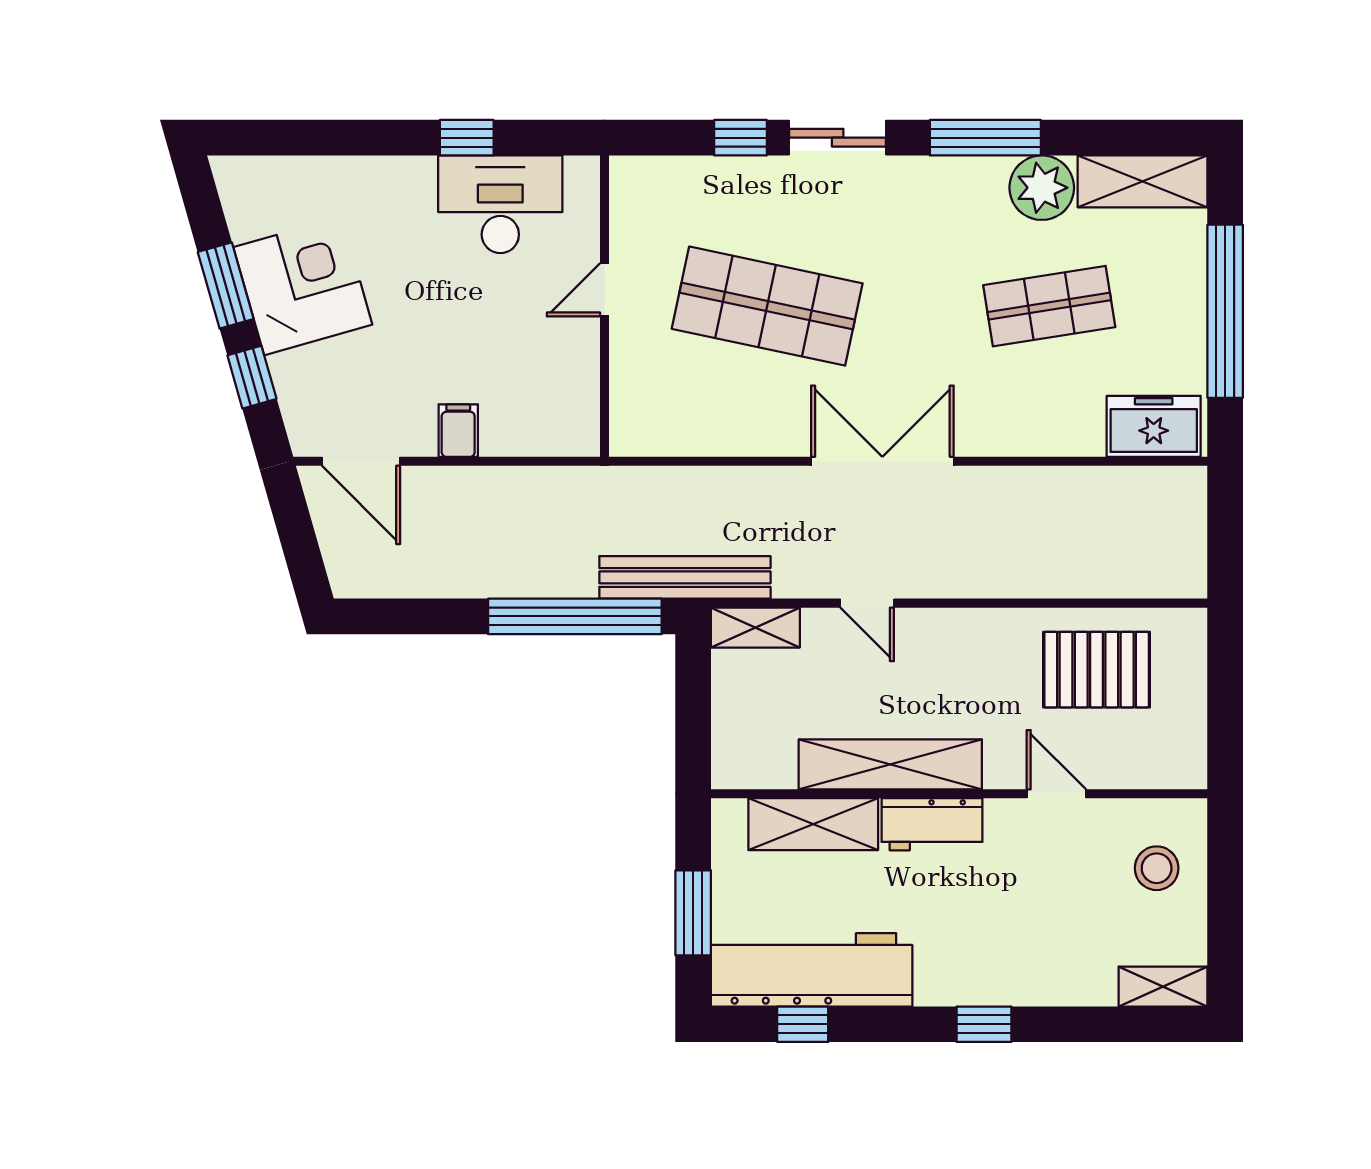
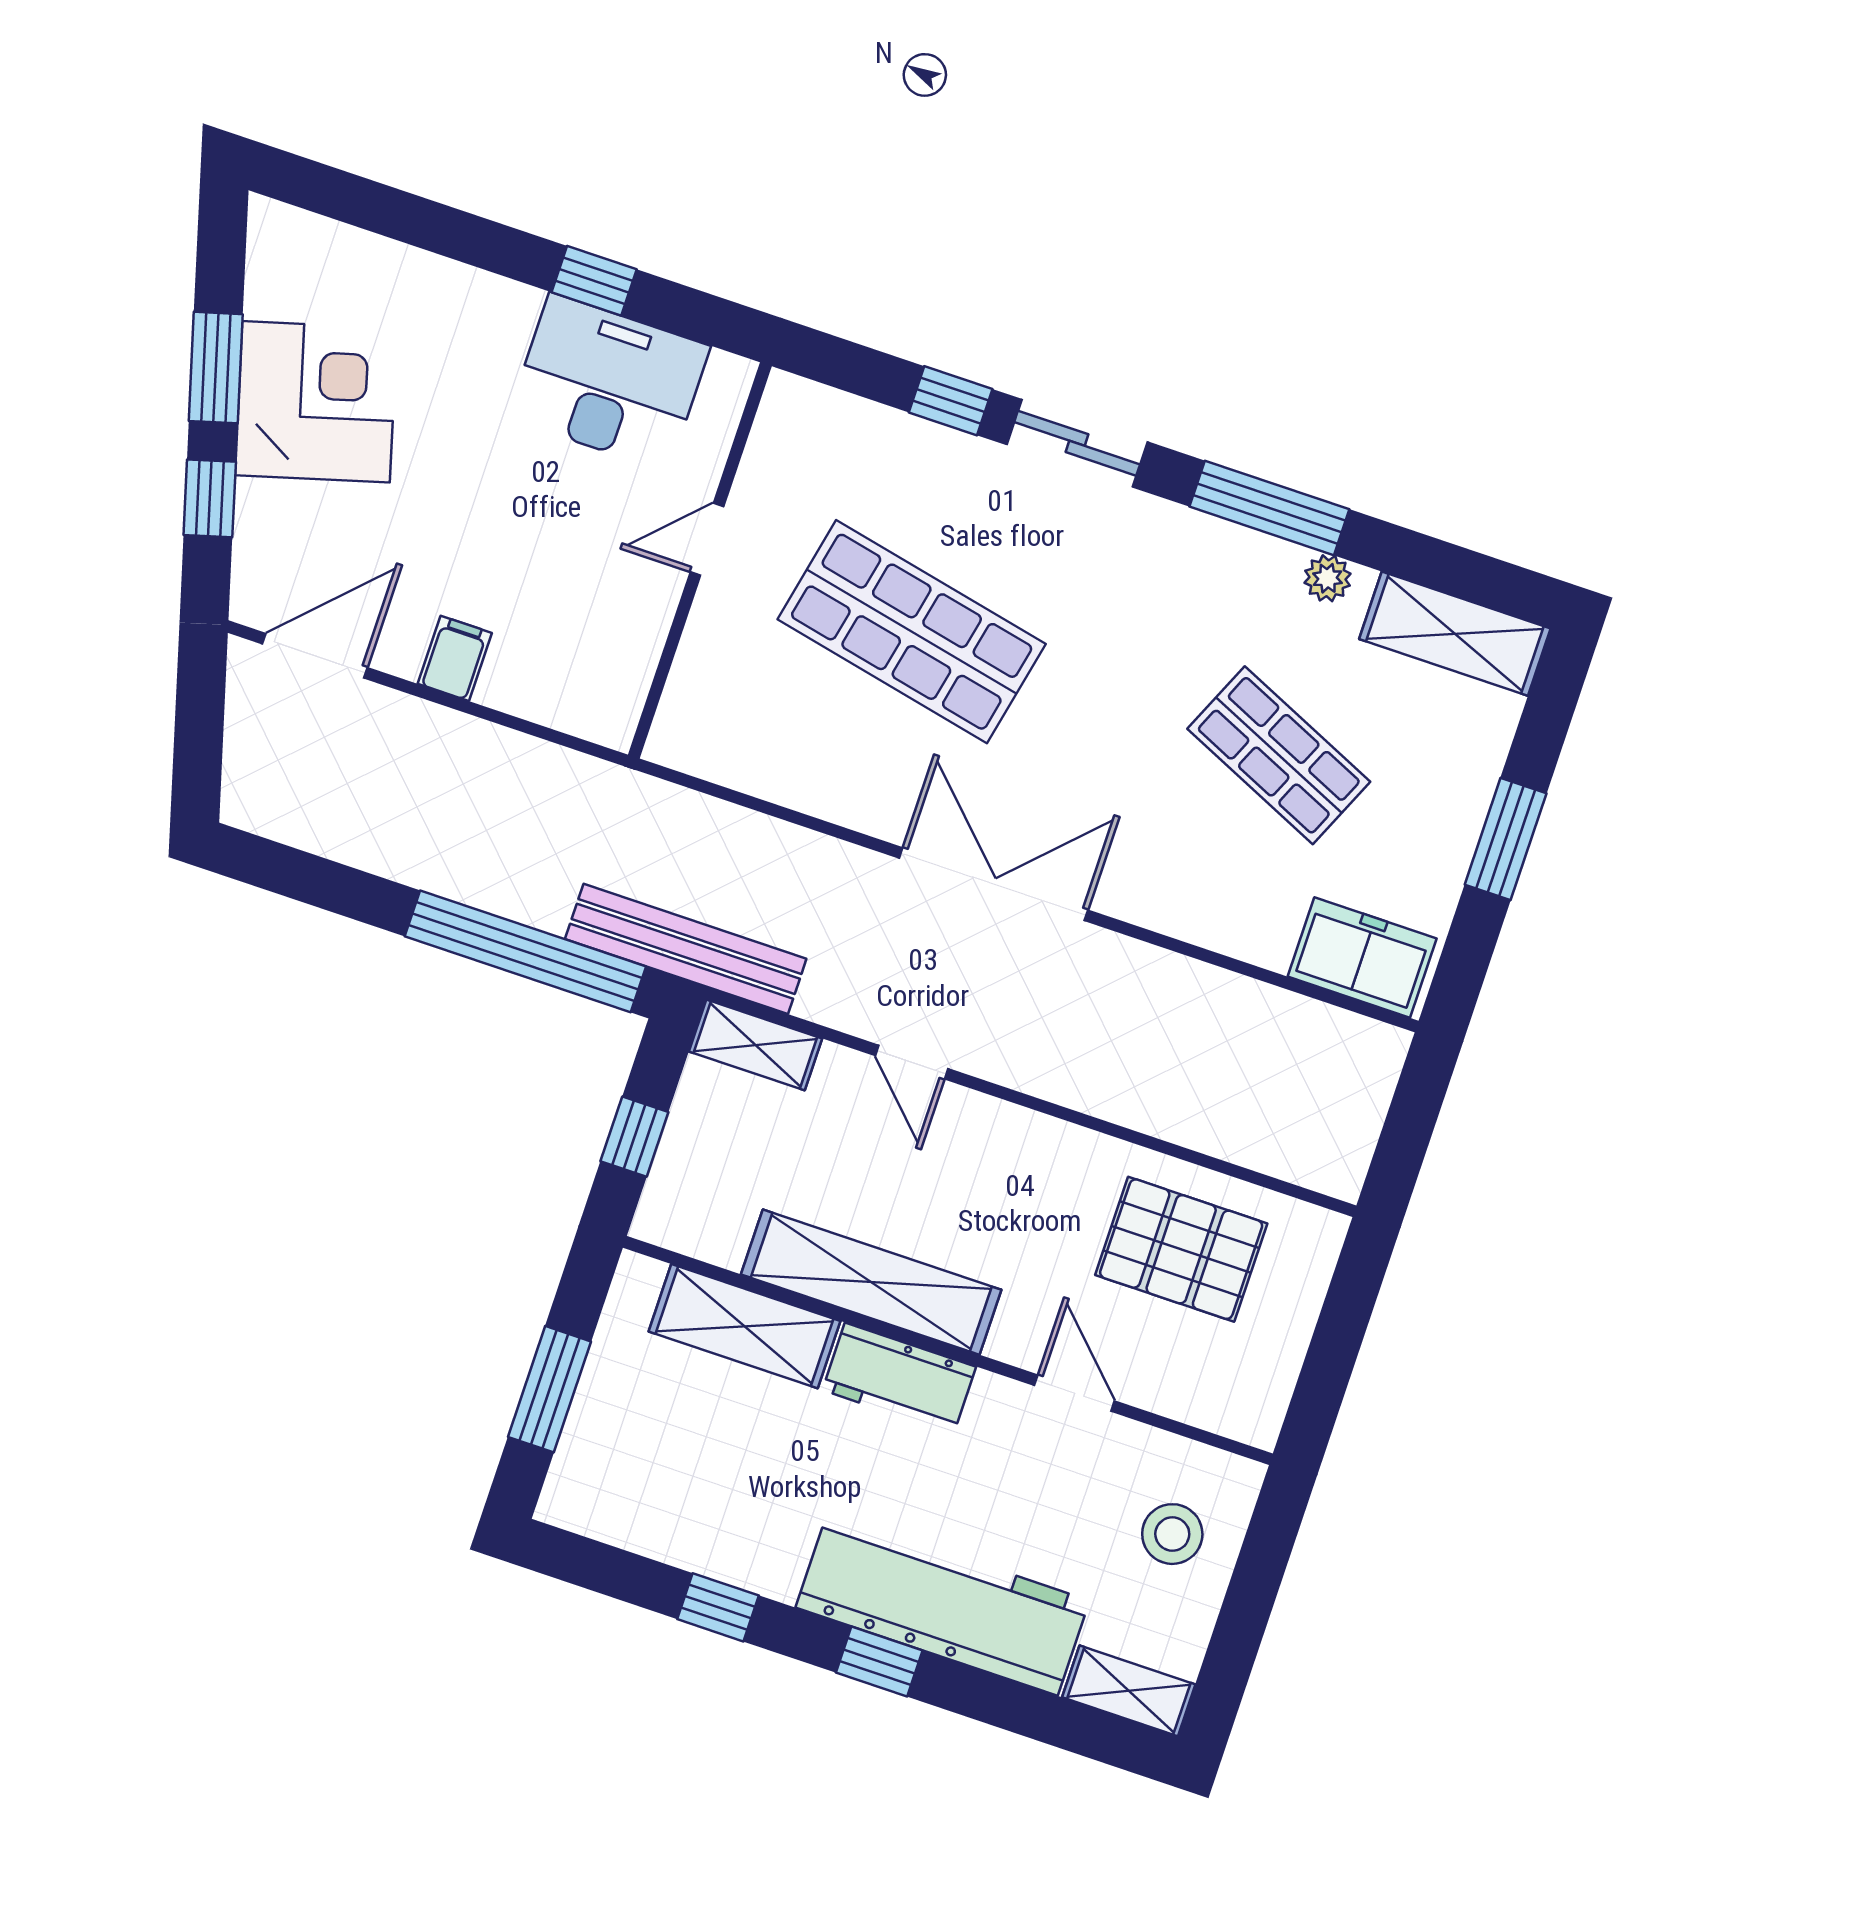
plant: (1042, 188) -> (1328, 578), width x0.53, depth x0.53
shop shelf: (1049, 306) -> (1279, 755), turned 33
window: (1225, 311) -> (1506, 839), width x0.47
door: (361, 461) -> (315, 656), swing flipped
window: (693, 719) -> (634, 1137), added
workbench: (812, 970) -> (943, 1604), moved
window: (803, 1024) -> (718, 1607), moved

